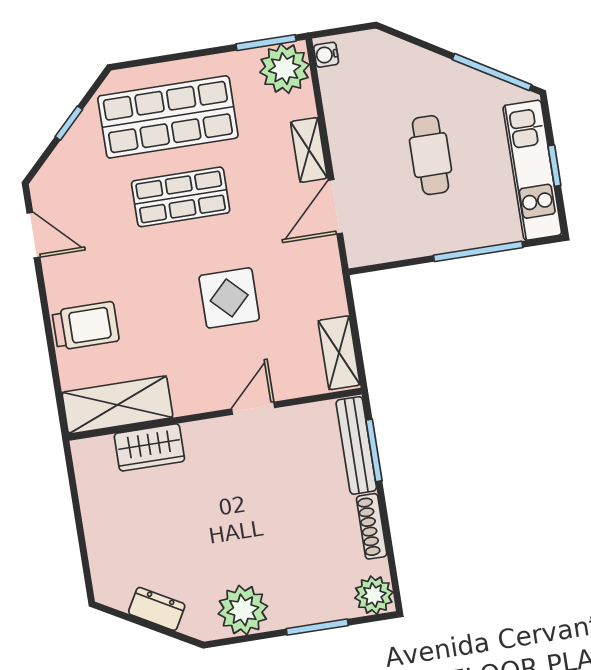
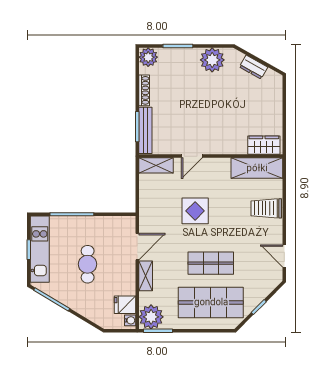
fridge: (341, 85) -> (125, 305), added
shelving: (339, 353) -> (156, 165), moved, turned 90
wardrobe: (149, 447) -> (264, 145), moved

